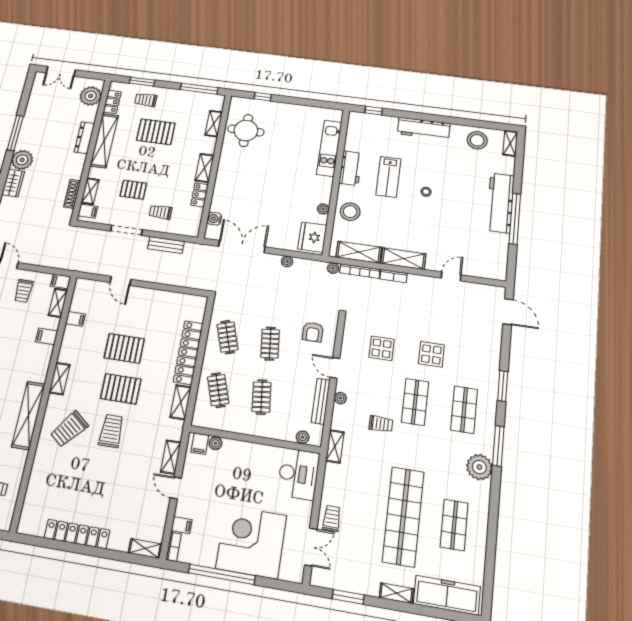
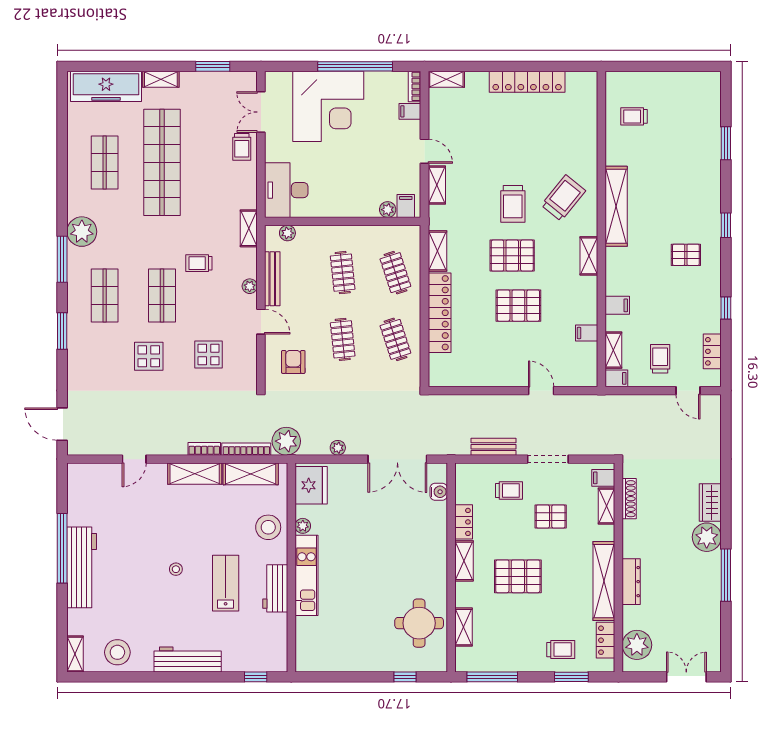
pallet: (156, 132) -> (518, 576), moved
kitchen unit: (329, 148) -> (306, 575), moved
plant: (333, 268) -> (286, 441), width x1.87, depth x1.87

